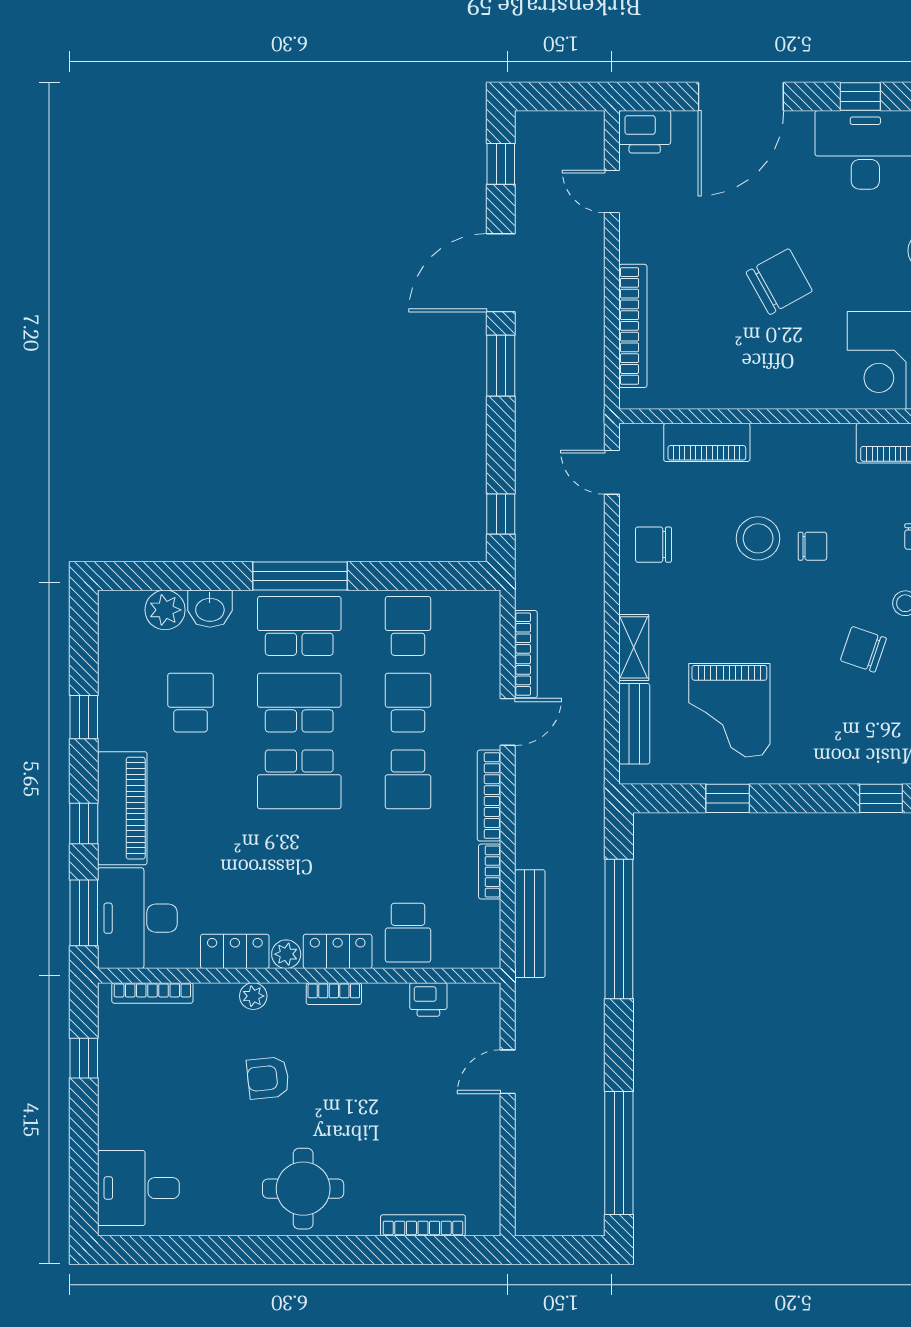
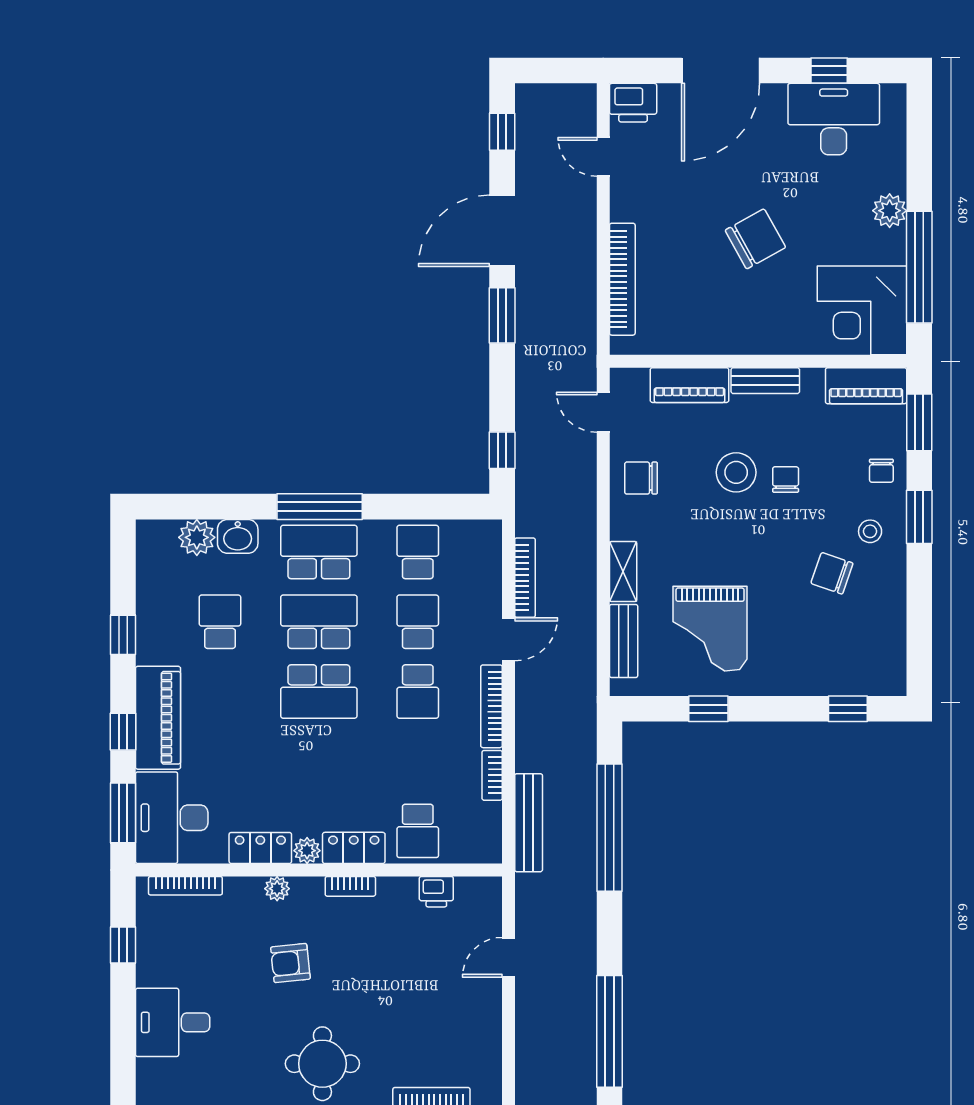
bench: (790, 437) -> (765, 381), added
chair: (812, 546) -> (786, 480), turned -90
desk: (138, 1188) -> (173, 1022), moved

